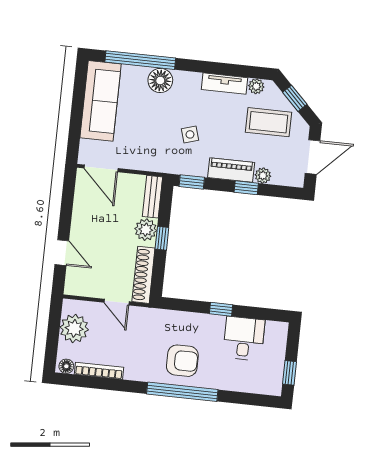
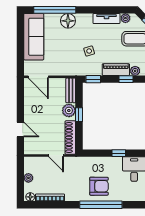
plant: (74, 328) -> (28, 178), width x0.53, depth x0.53

